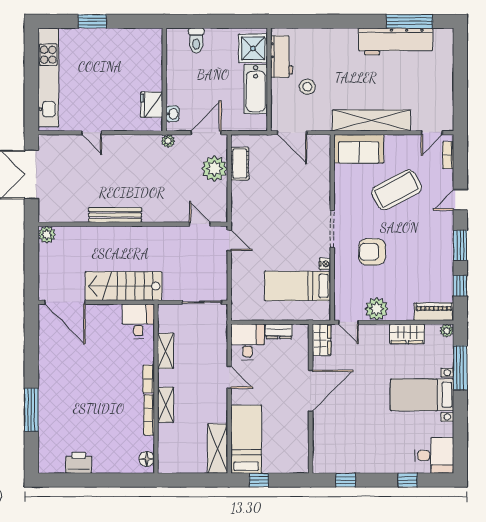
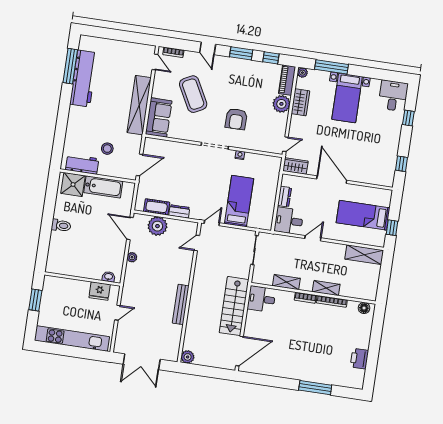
wall: (164, 80) -> (82, 279), moved
fridge: (152, 105) -> (100, 291), moved
washbasin: (173, 114) -> (109, 277), moved
dresser: (238, 195) -> (179, 211), added
bed: (298, 286) -> (239, 201), moved, turned 180
plant: (376, 309) -> (281, 104), moved
bed: (246, 439) -> (363, 215), moved

